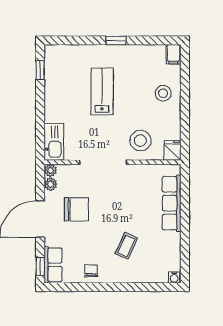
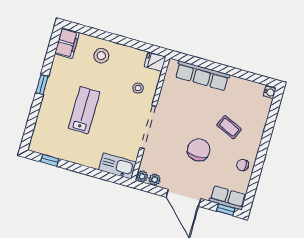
filing cabinet: (173, 54) -> (67, 43), width x2.00
lab bench: (102, 91) -> (84, 110), turned 90
stool: (140, 141) -> (138, 88), width x0.53, depth x0.53
chair: (76, 209) -> (199, 150), moved

